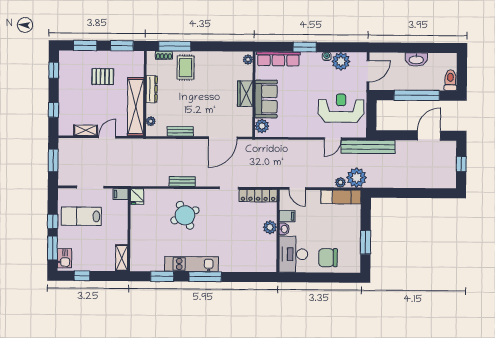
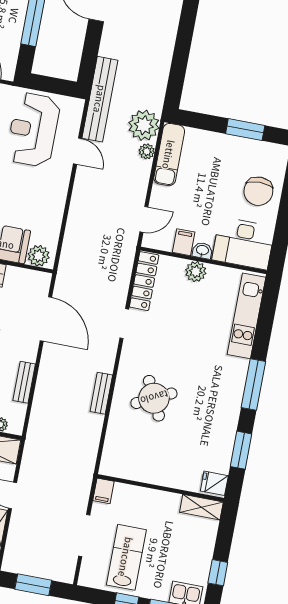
fridge: (137, 196) -> (214, 483), moved, turned 180
lab bench: (81, 216) -> (126, 557), turned 180
kitchen unit: (192, 264) -> (246, 316), moved

